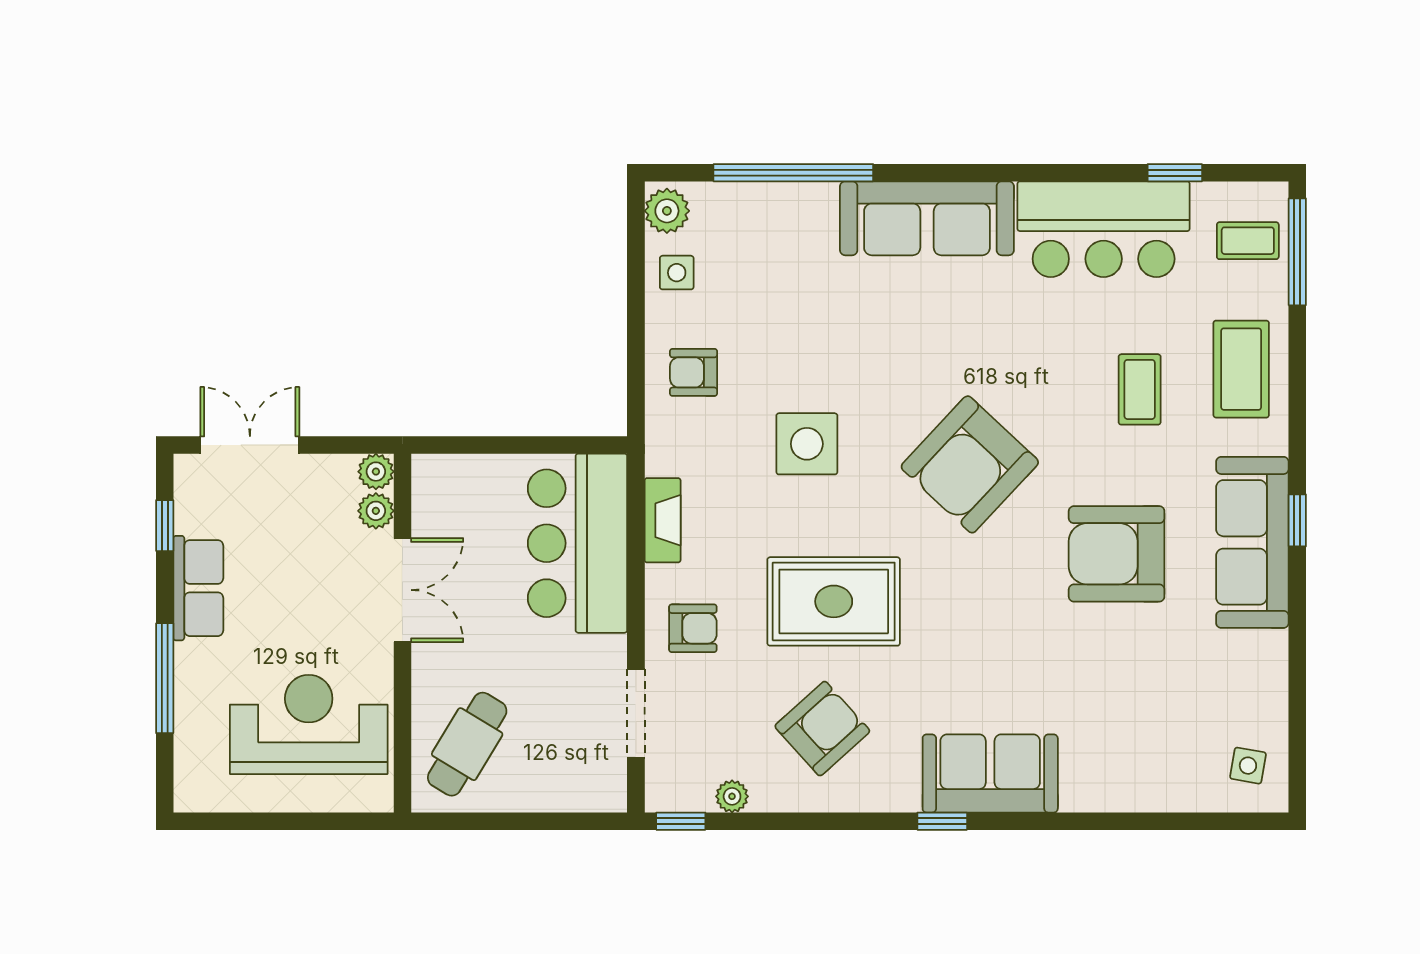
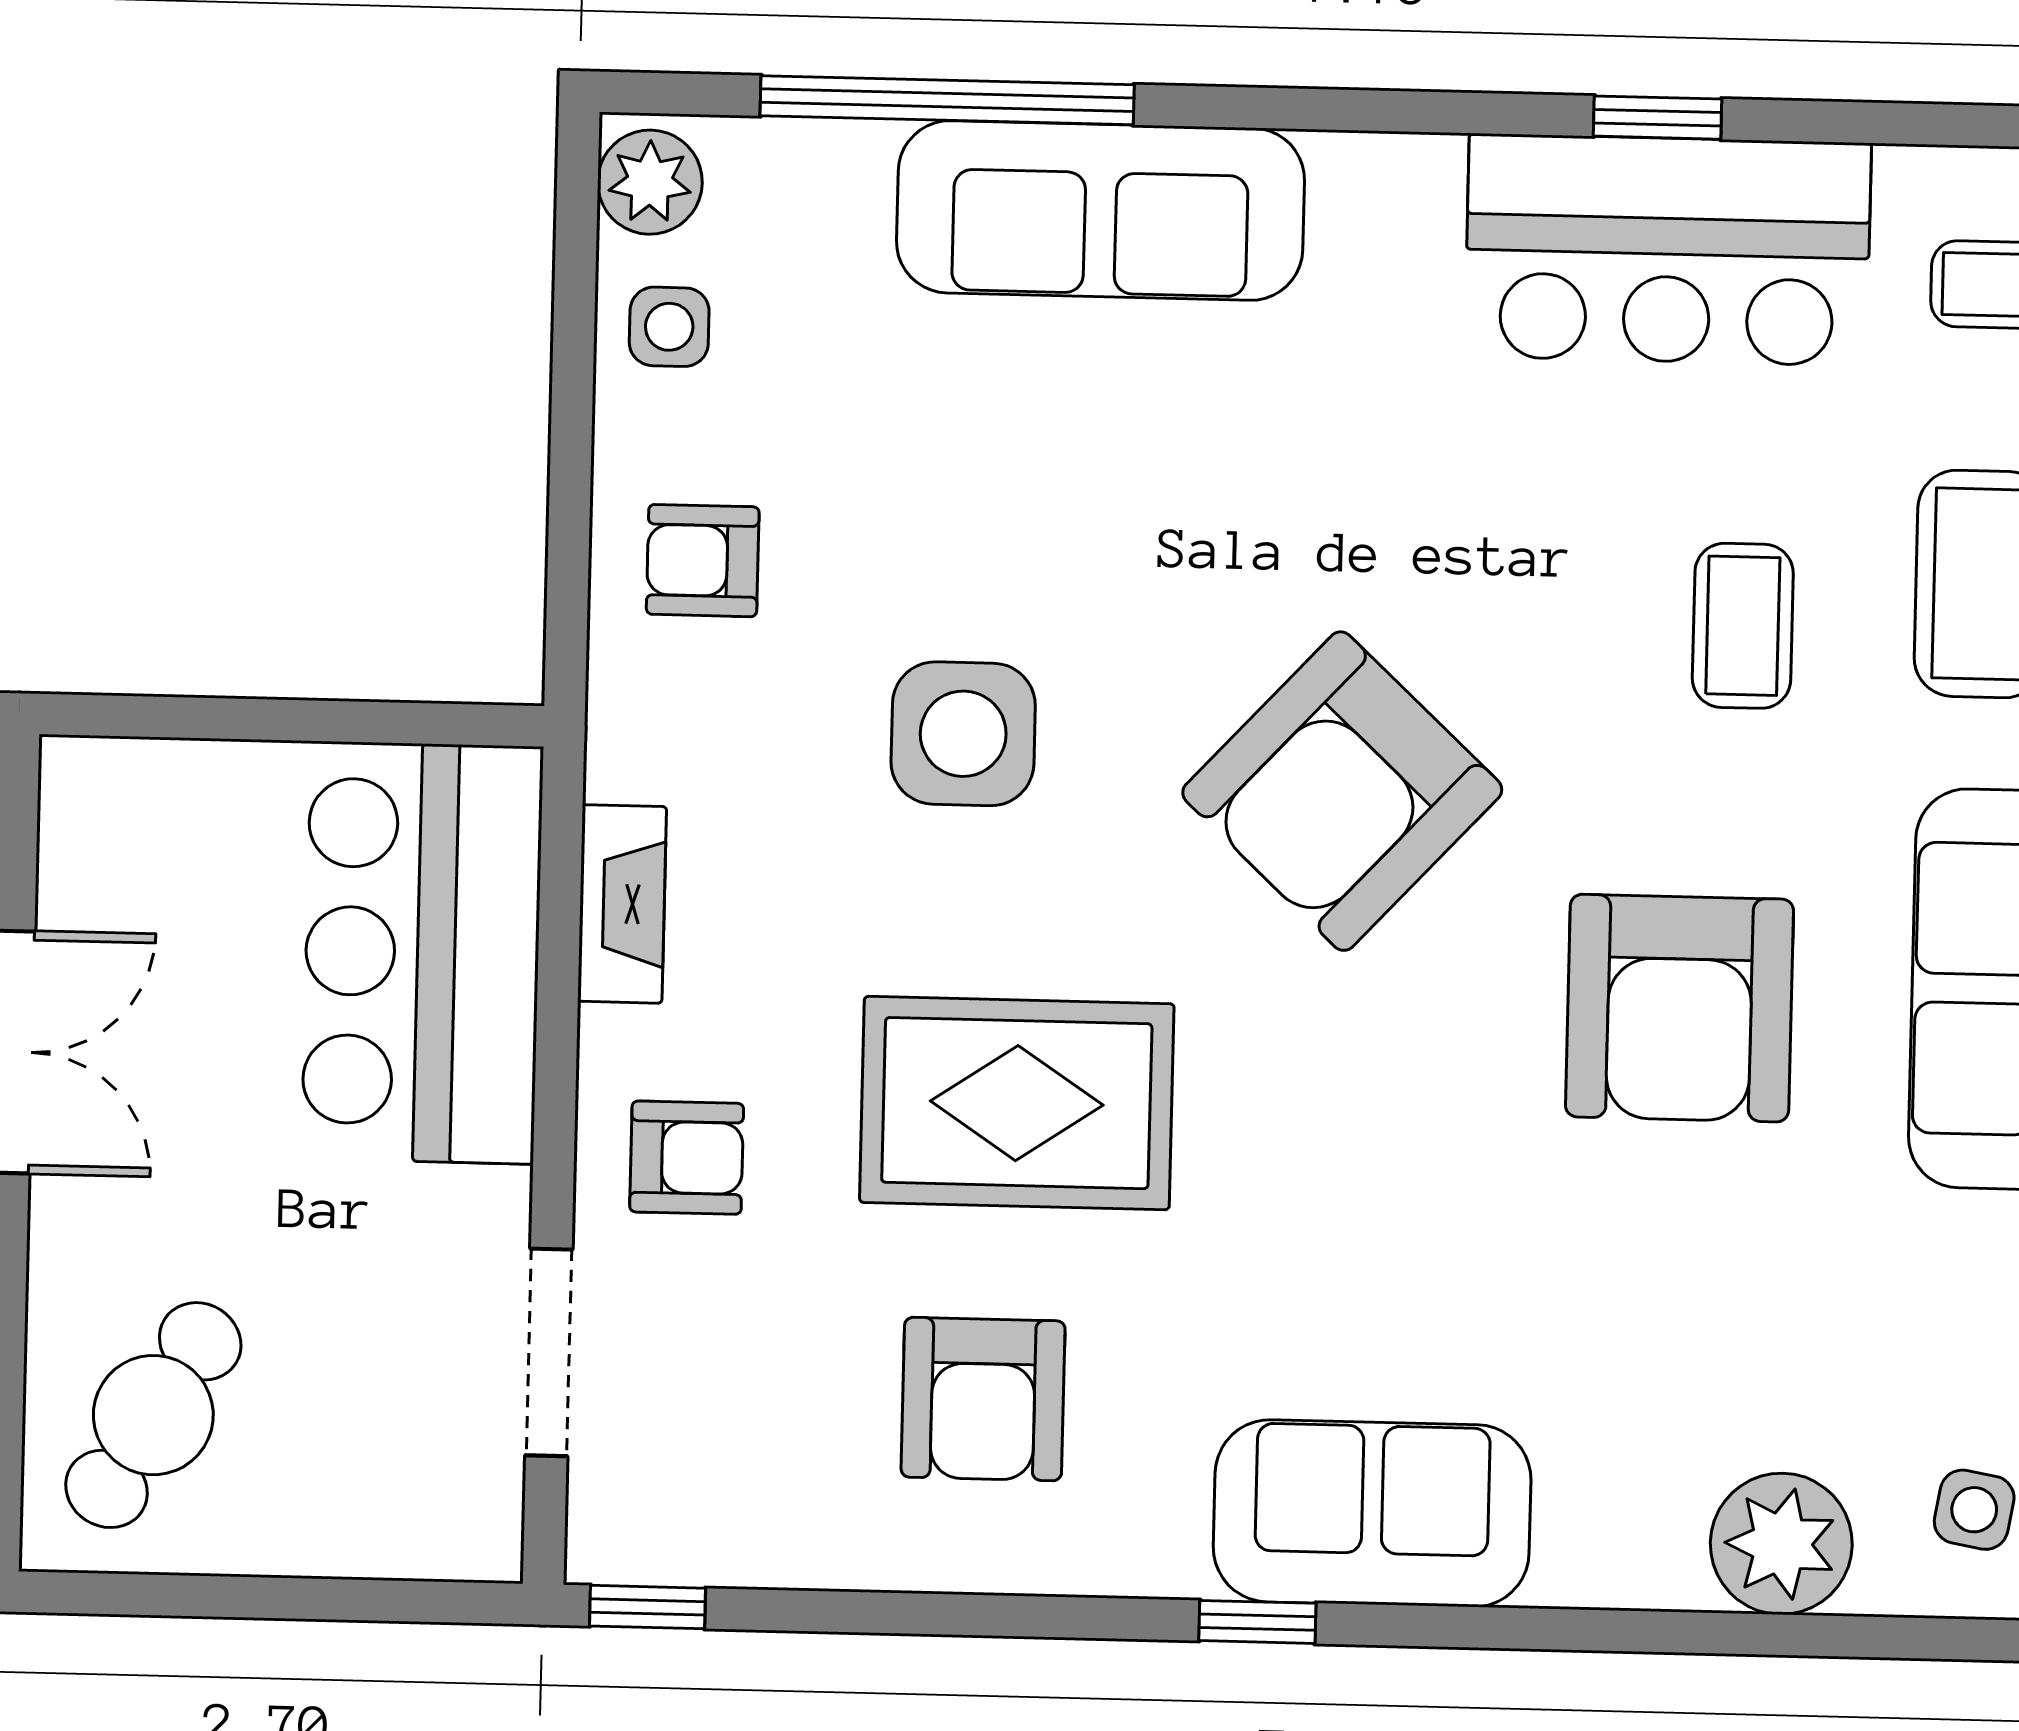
window: (1175, 173) -> (1657, 118), moved
sofa: (927, 218) -> (1100, 211), moved
armchair: (1117, 554) -> (1680, 1008), turned -90
armchair: (822, 729) -> (983, 1399), turned 132
plant: (732, 796) -> (1781, 1544), moved, width x1.87, depth x1.87

